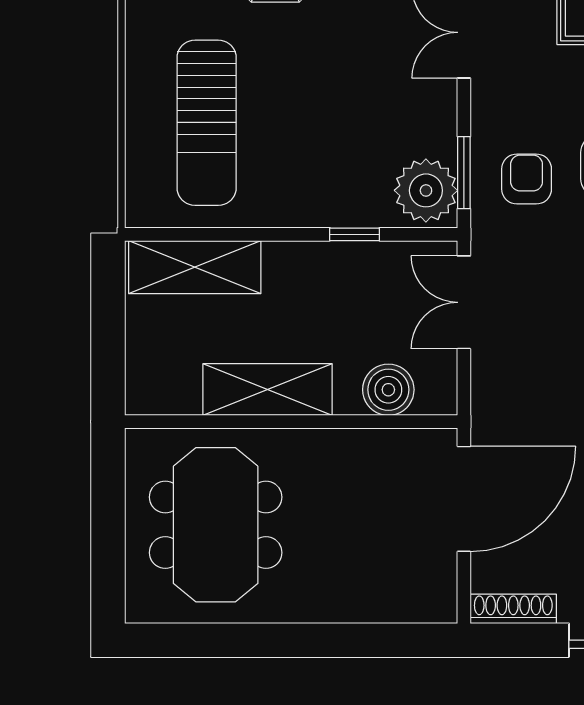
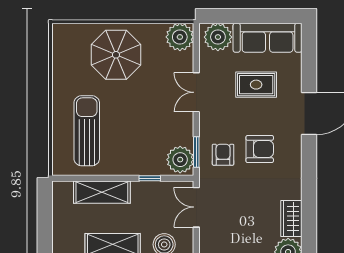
sun lounger: (207, 123) -> (87, 131), turned 180
shelving: (195, 267) -> (102, 192), moved

